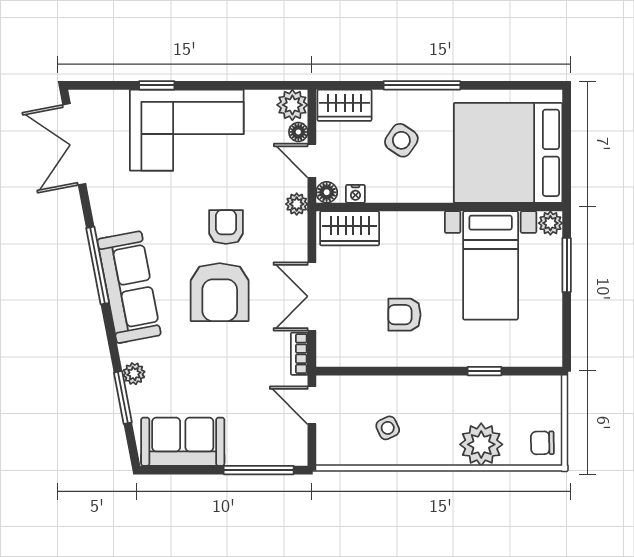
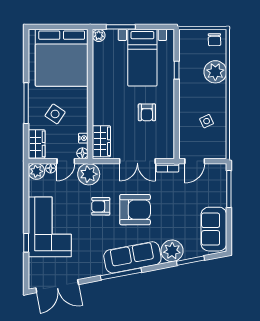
plant: (297, 204) -> (89, 174), width x1.87, depth x1.87
bed with nightstands: (491, 265) -> (142, 58), moved, turned 90
plant: (134, 374) -> (172, 251), width x1.88, depth x1.88

